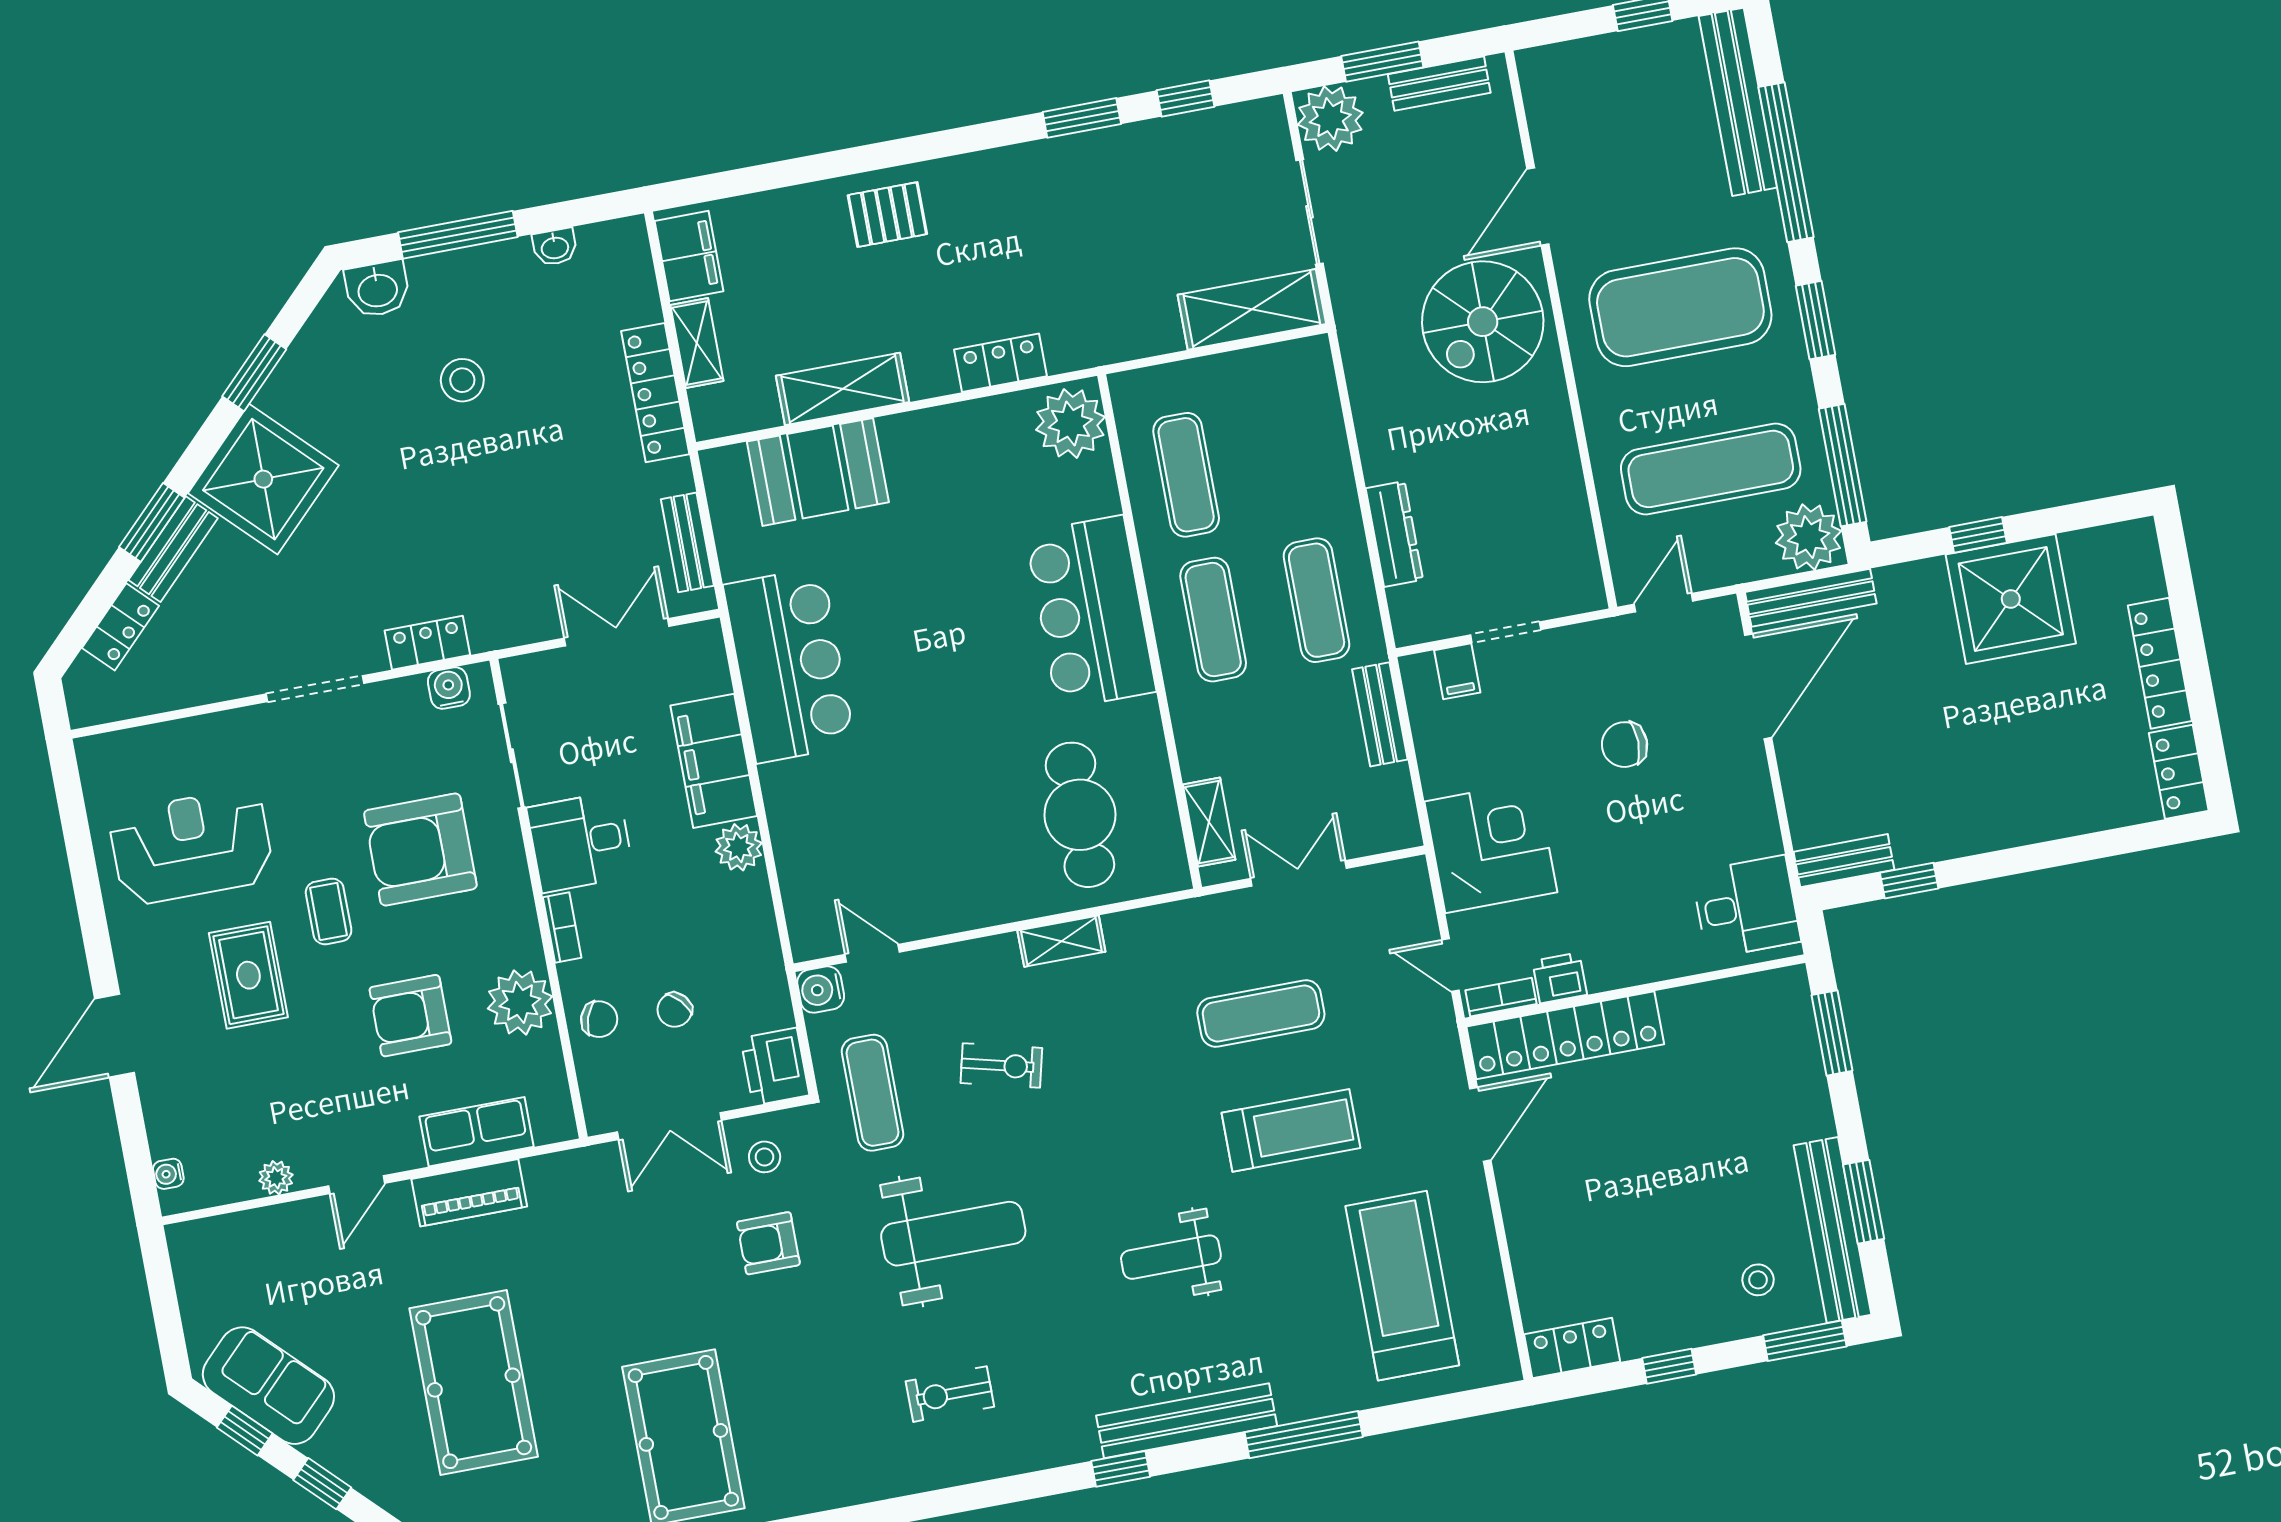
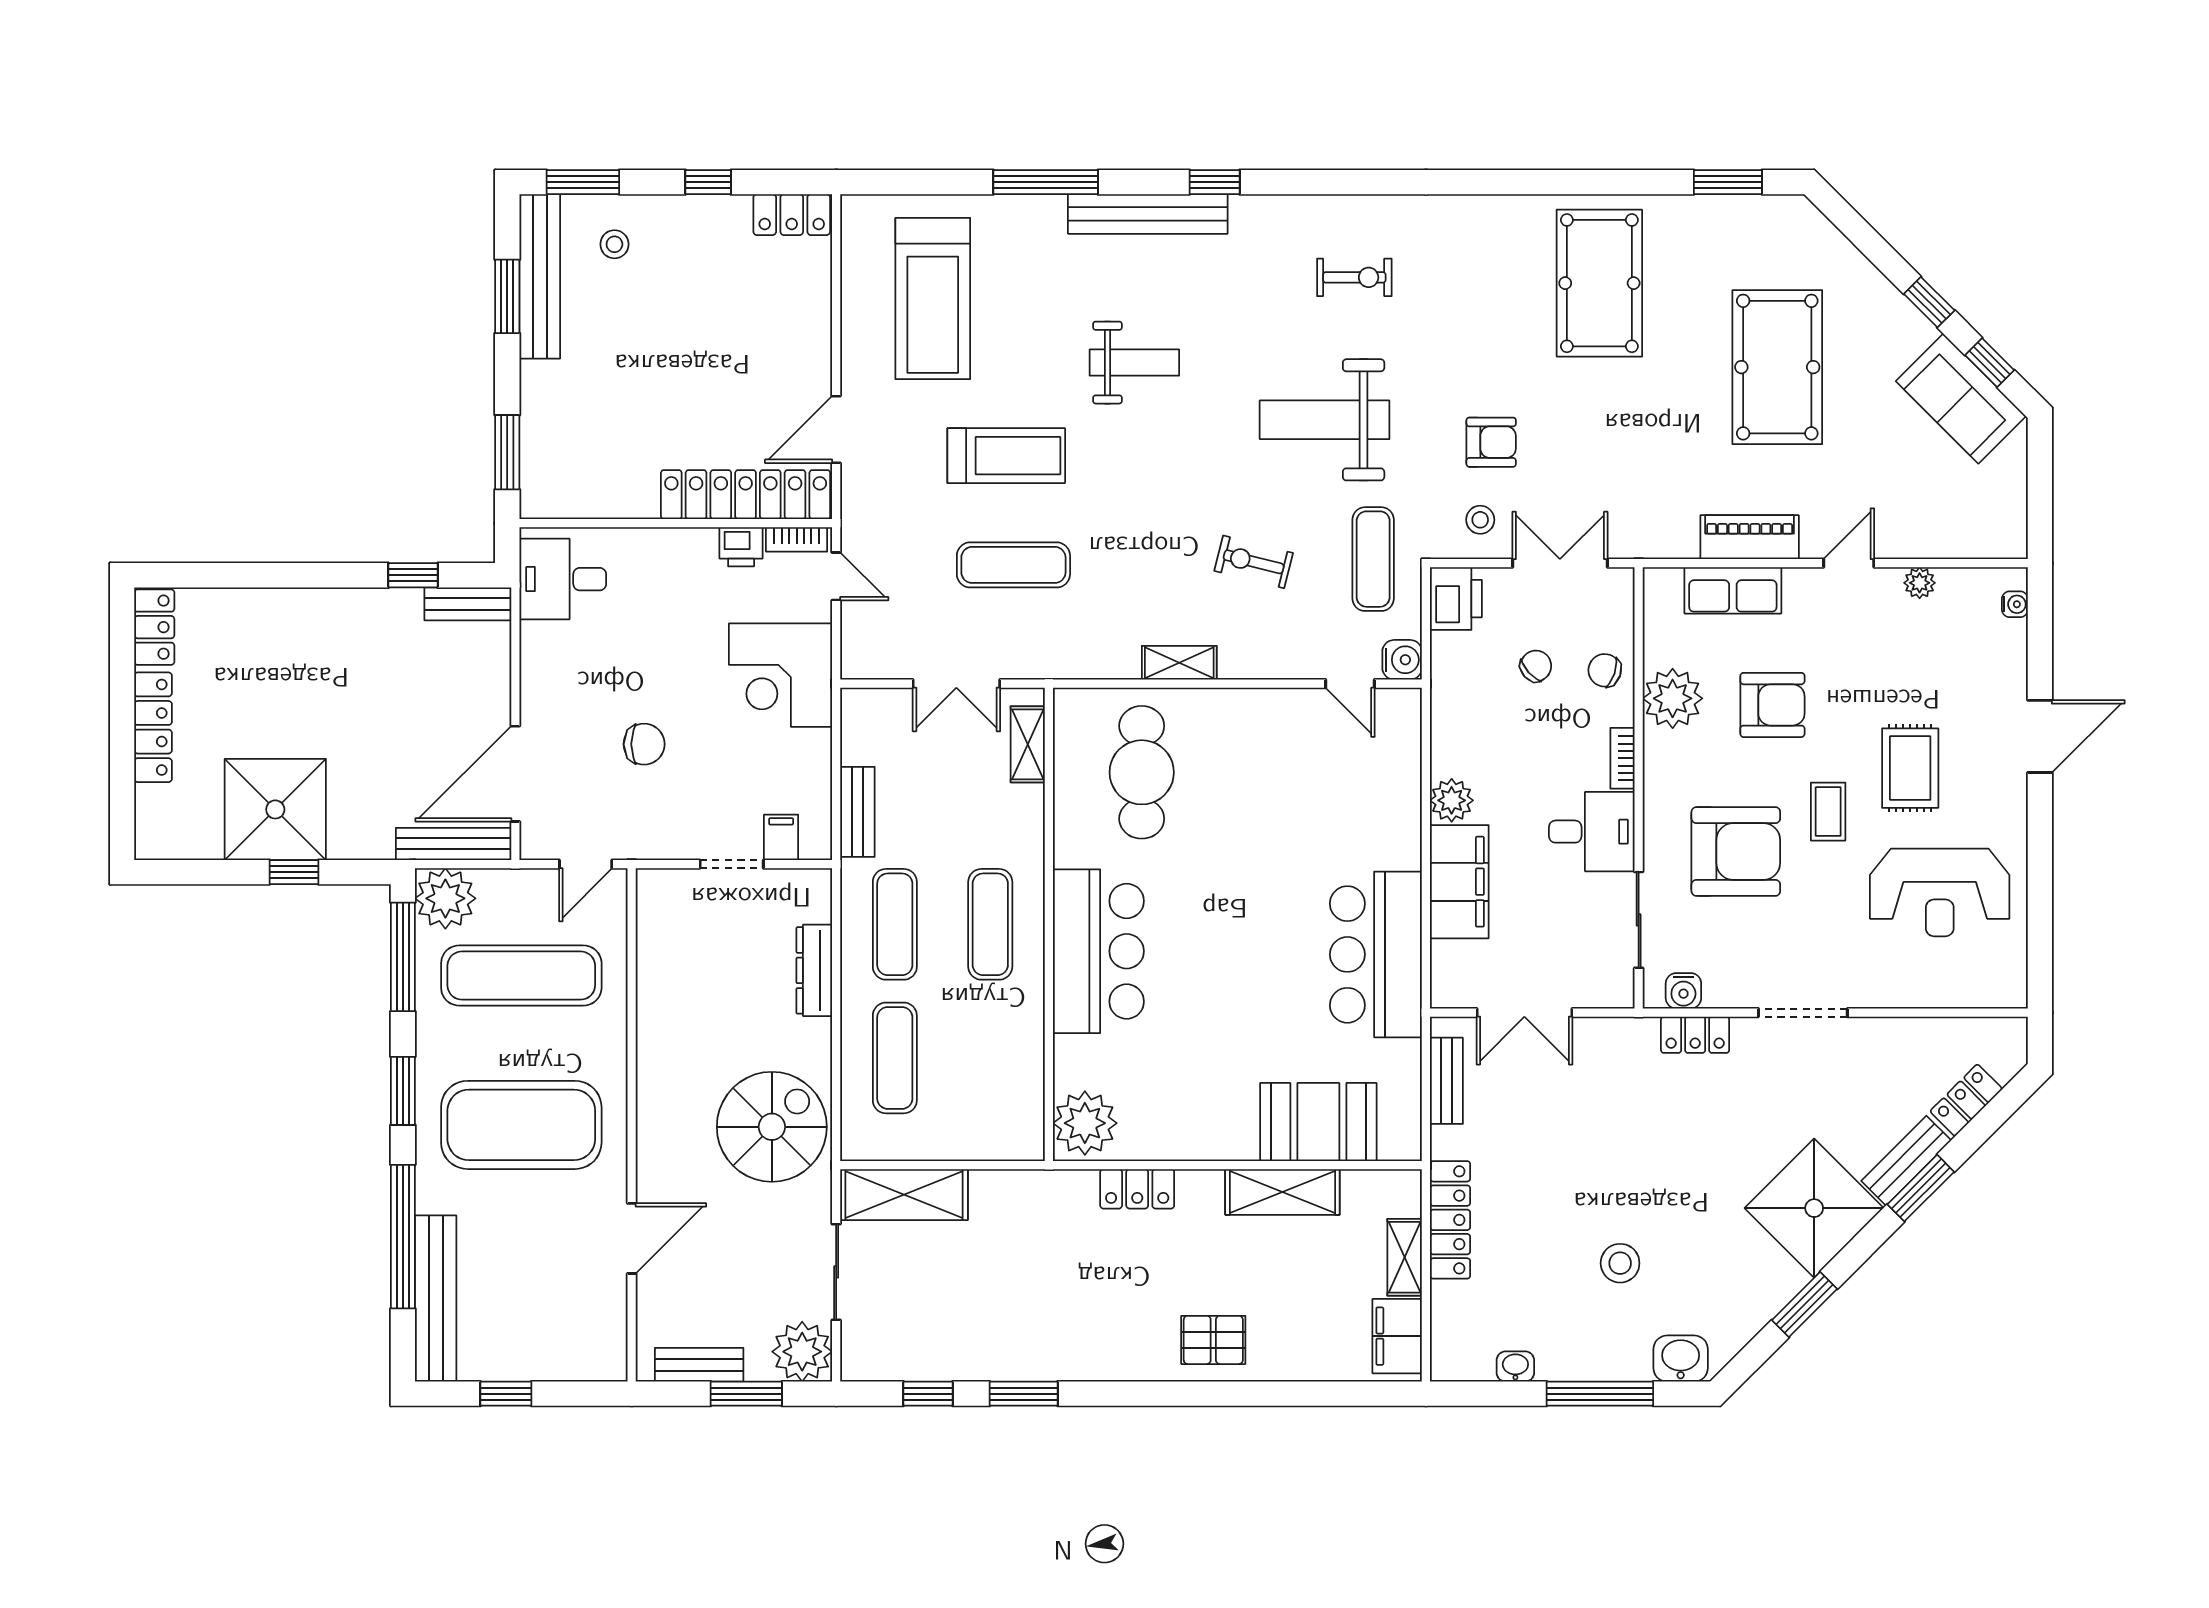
spiral stairs: (1483, 322) -> (772, 1127), moved
exercise mat: (1186, 475) -> (895, 1058), moved
treadmill: (1291, 1130) -> (1006, 456), turned 180

